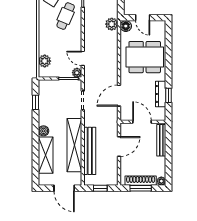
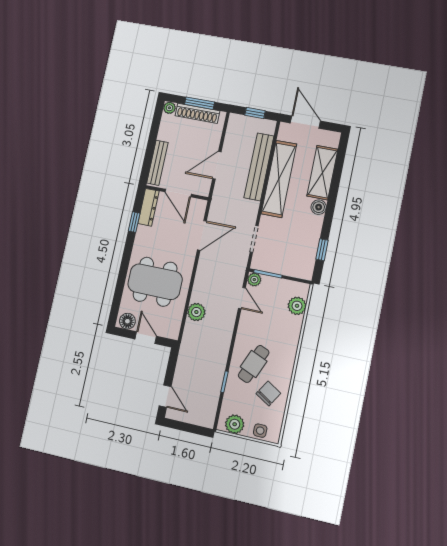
plant: (112, 24) -> (196, 312), moved
floor lamp: (126, 26) -> (127, 321), moved
dresser: (161, 94) -> (149, 207), moved

